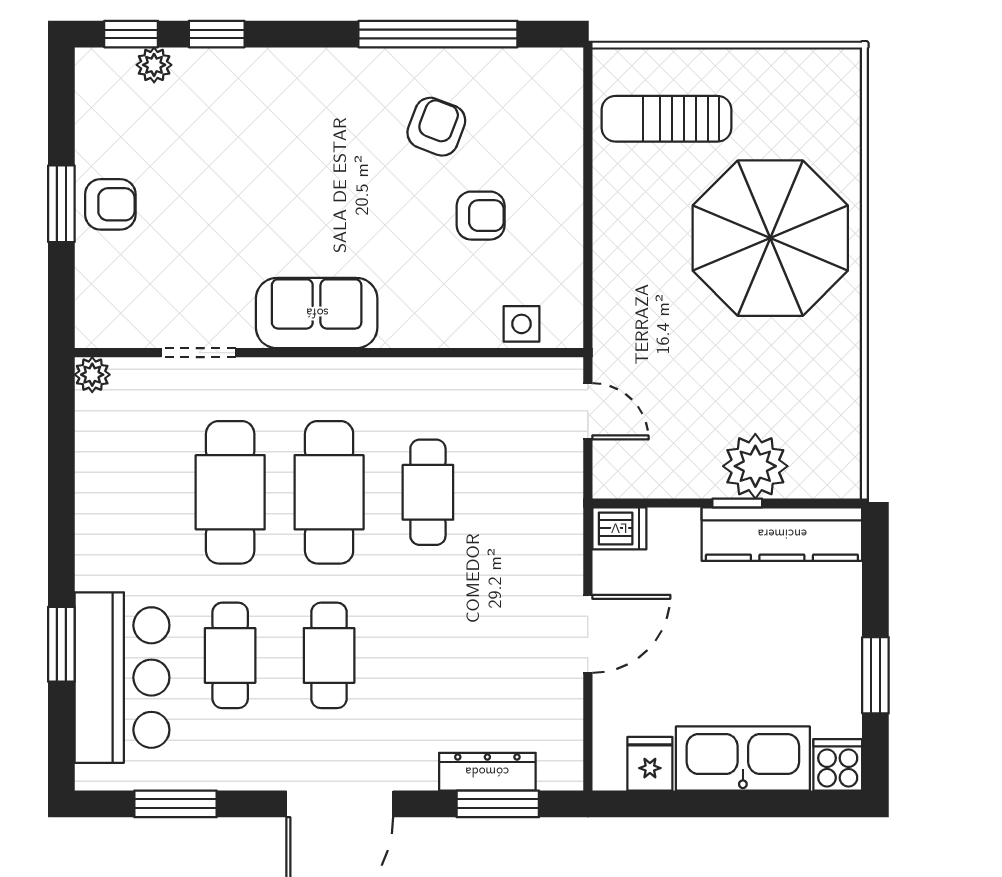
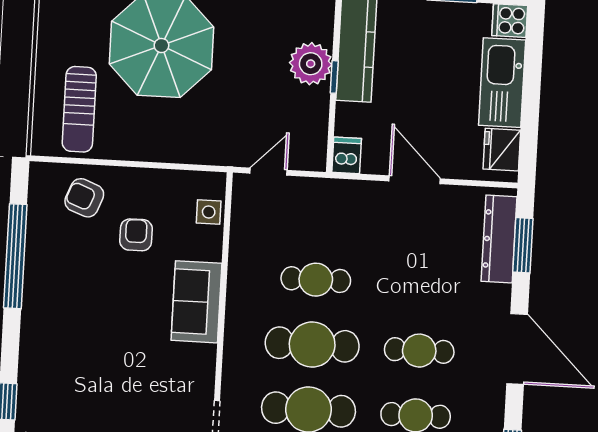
armchair: (436, 127) -> (84, 198), moved
sofa: (317, 313) -> (196, 302), moved
fridge: (650, 764) -> (502, 150), width x1.38
dresser: (487, 772) -> (499, 239), width x1.37, depth x1.24

